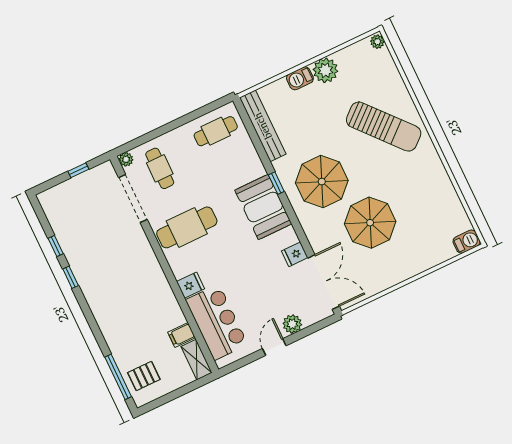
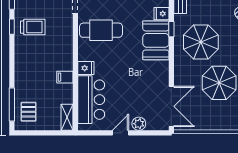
fridge: (295, 254) -> (162, 14), moved
trolley: (97, 265) -> (33, 27), added
filing cabinet: (182, 335) -> (65, 77), moved
pallet: (144, 376) -> (29, 112), turned 90

